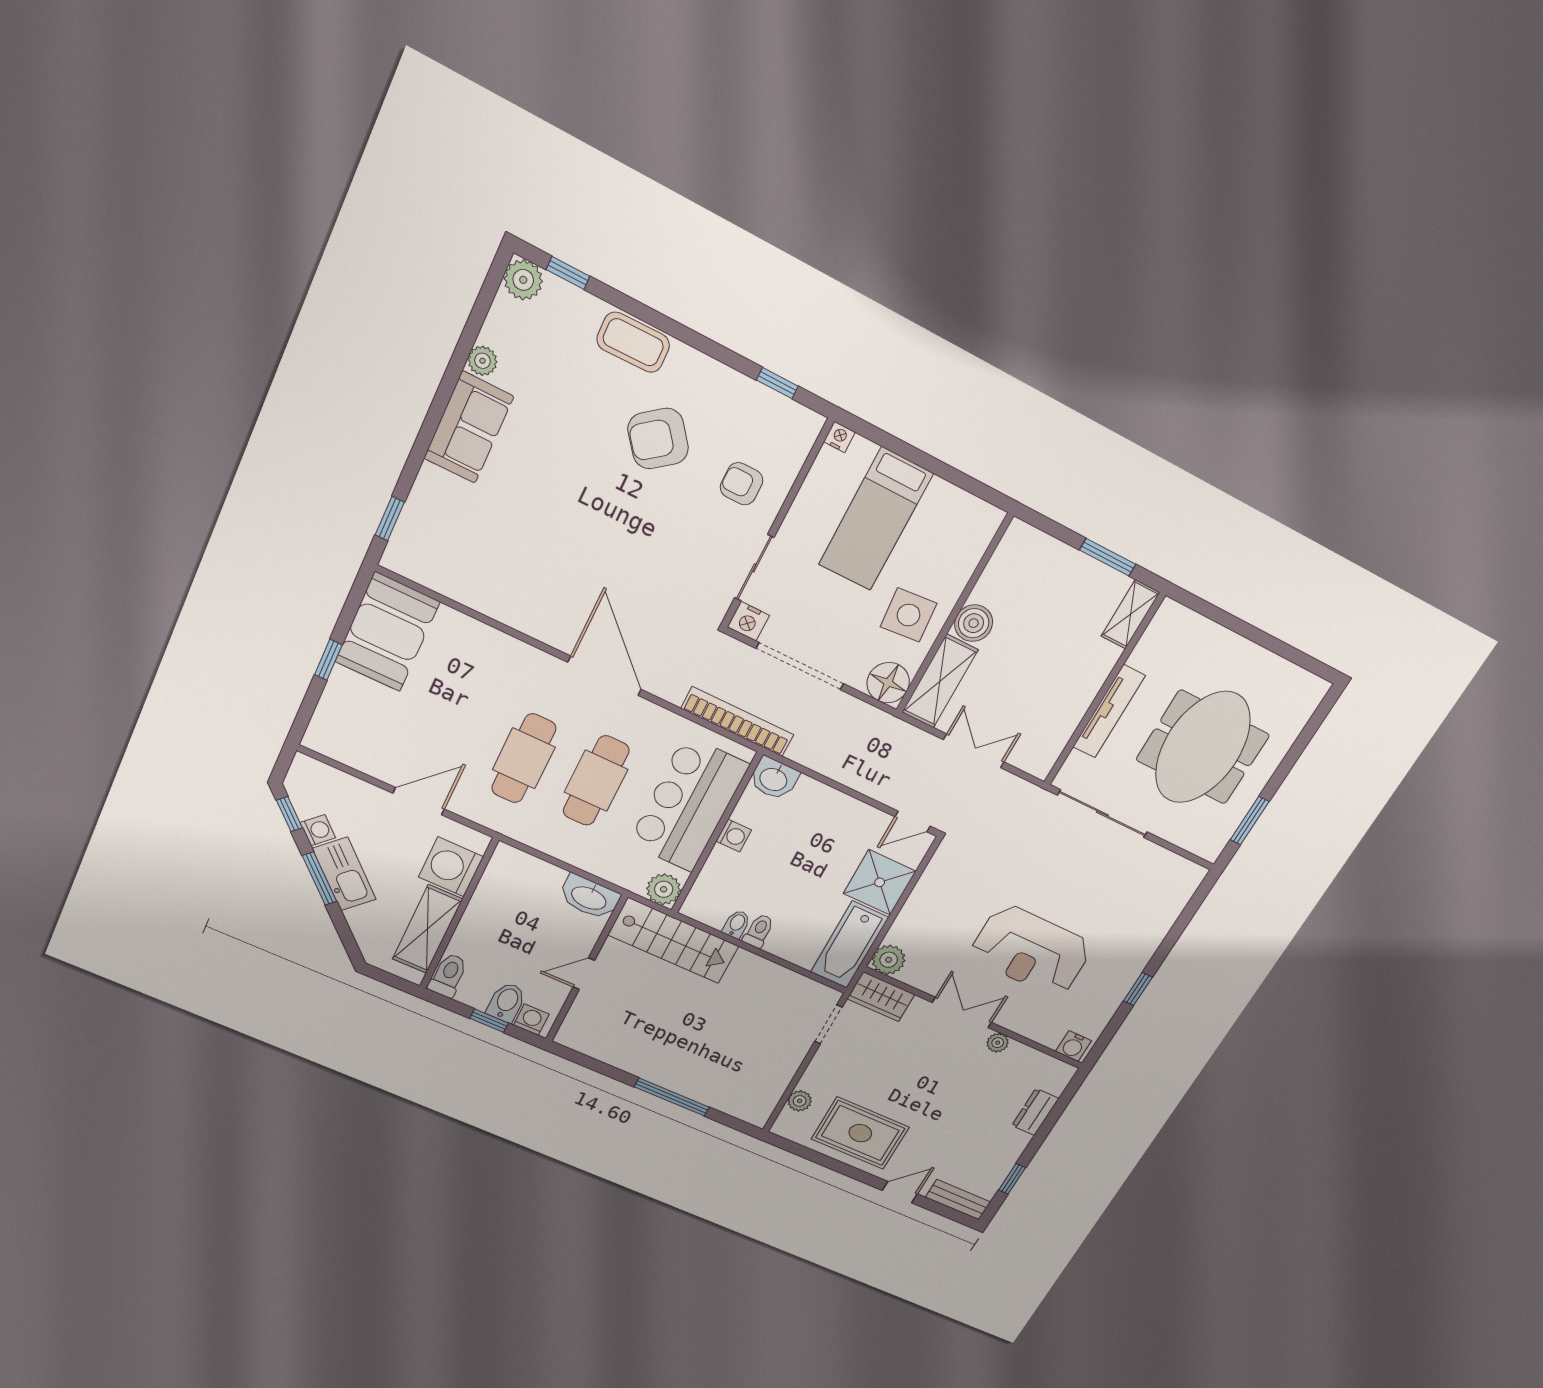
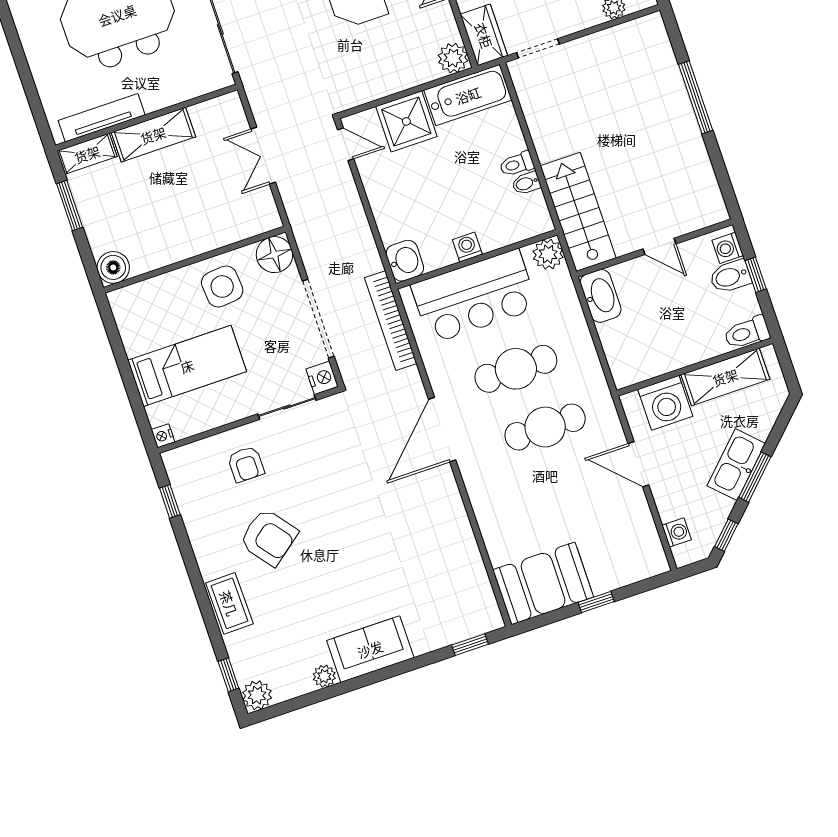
boiler: (974, 623) -> (113, 267), moved
shelving: (940, 681) -> (153, 135), moved
tv unit: (1109, 711) -> (102, 118), moved
washing machine: (318, 830) -> (677, 532), moved, turned 135

